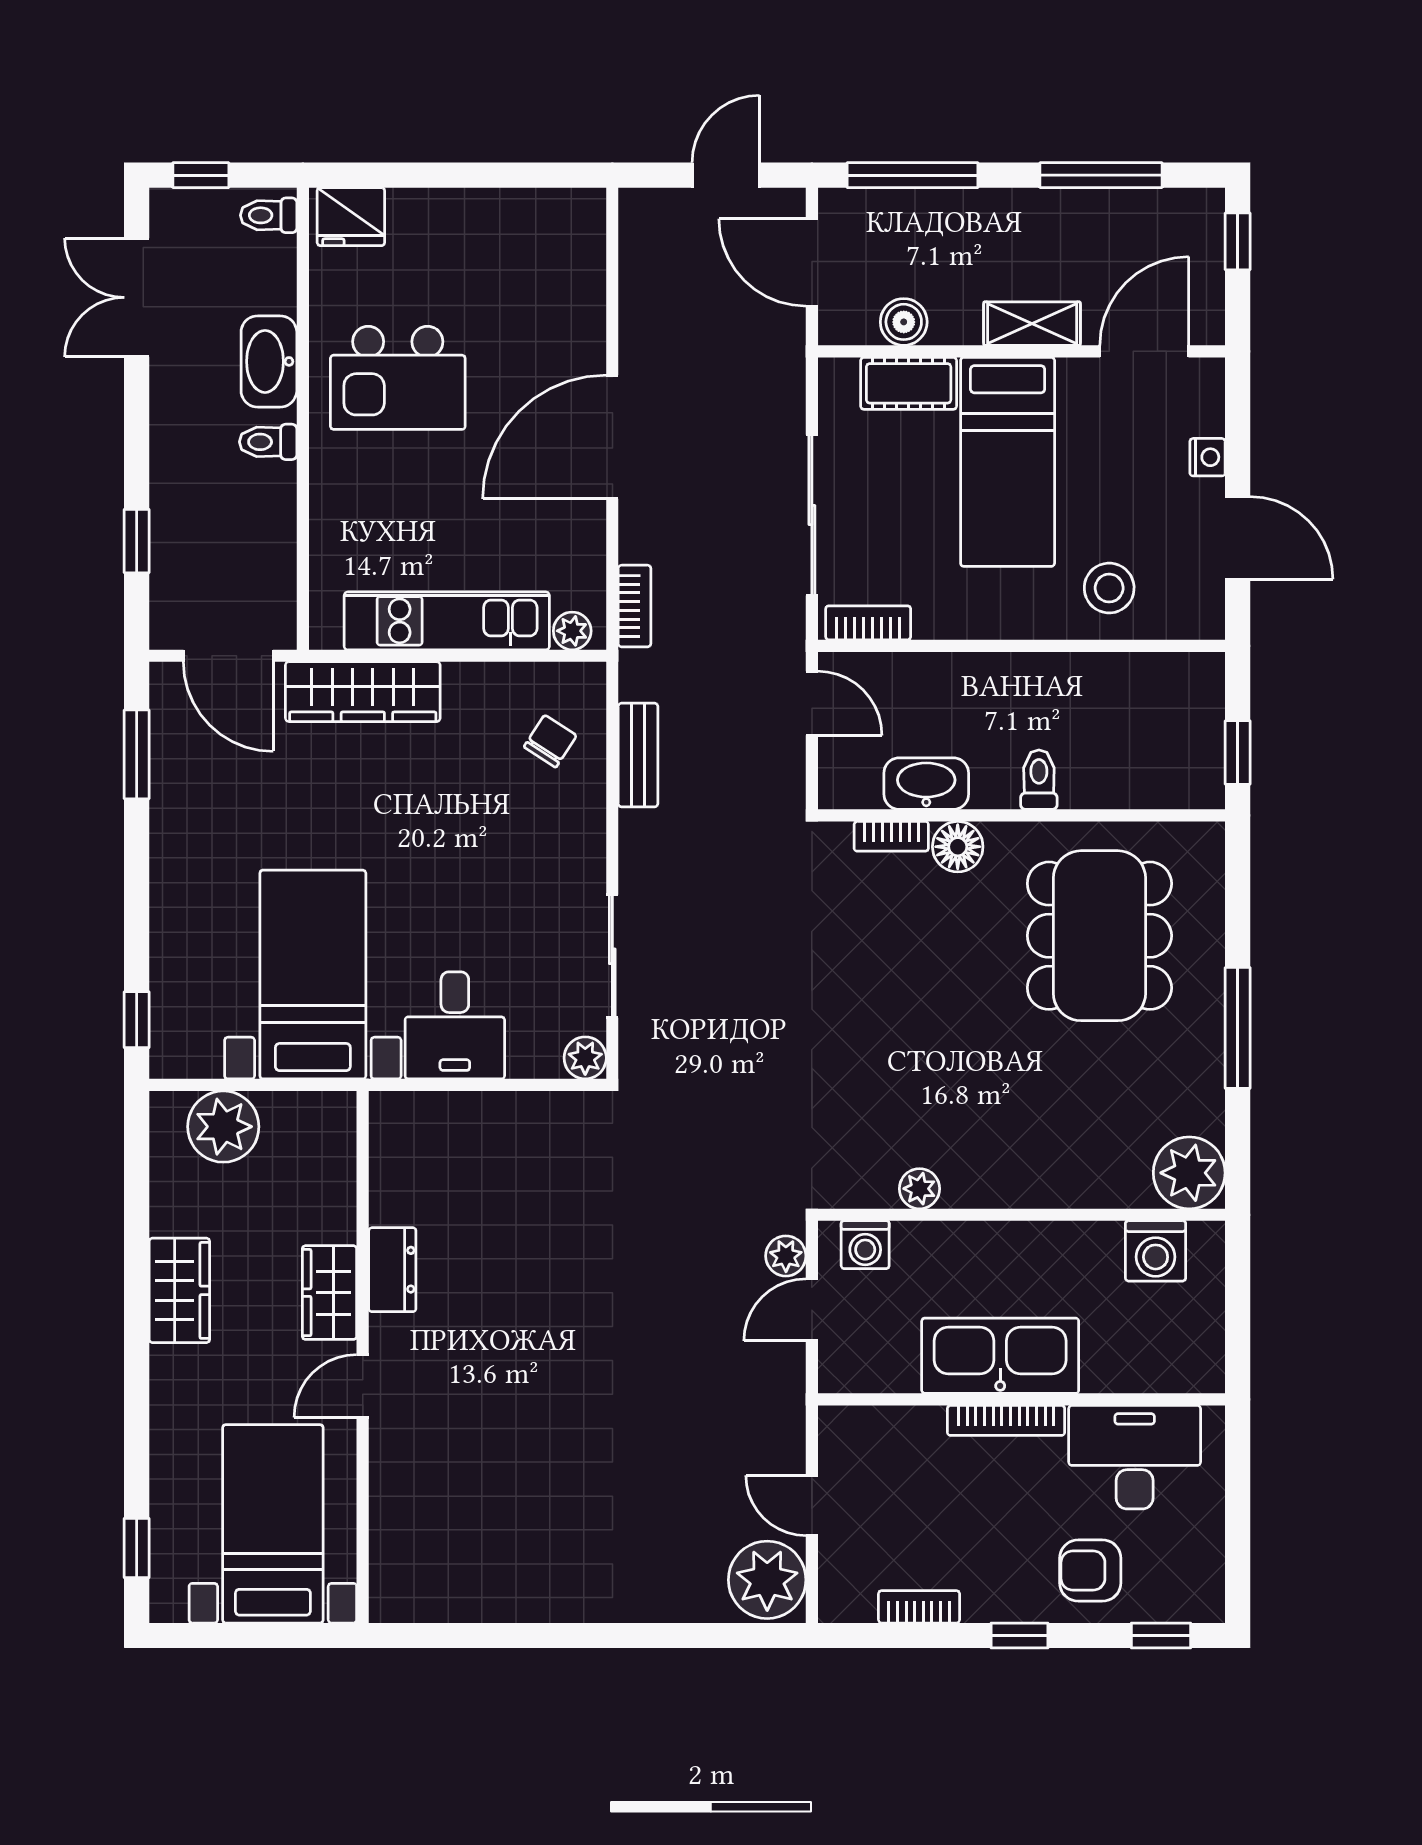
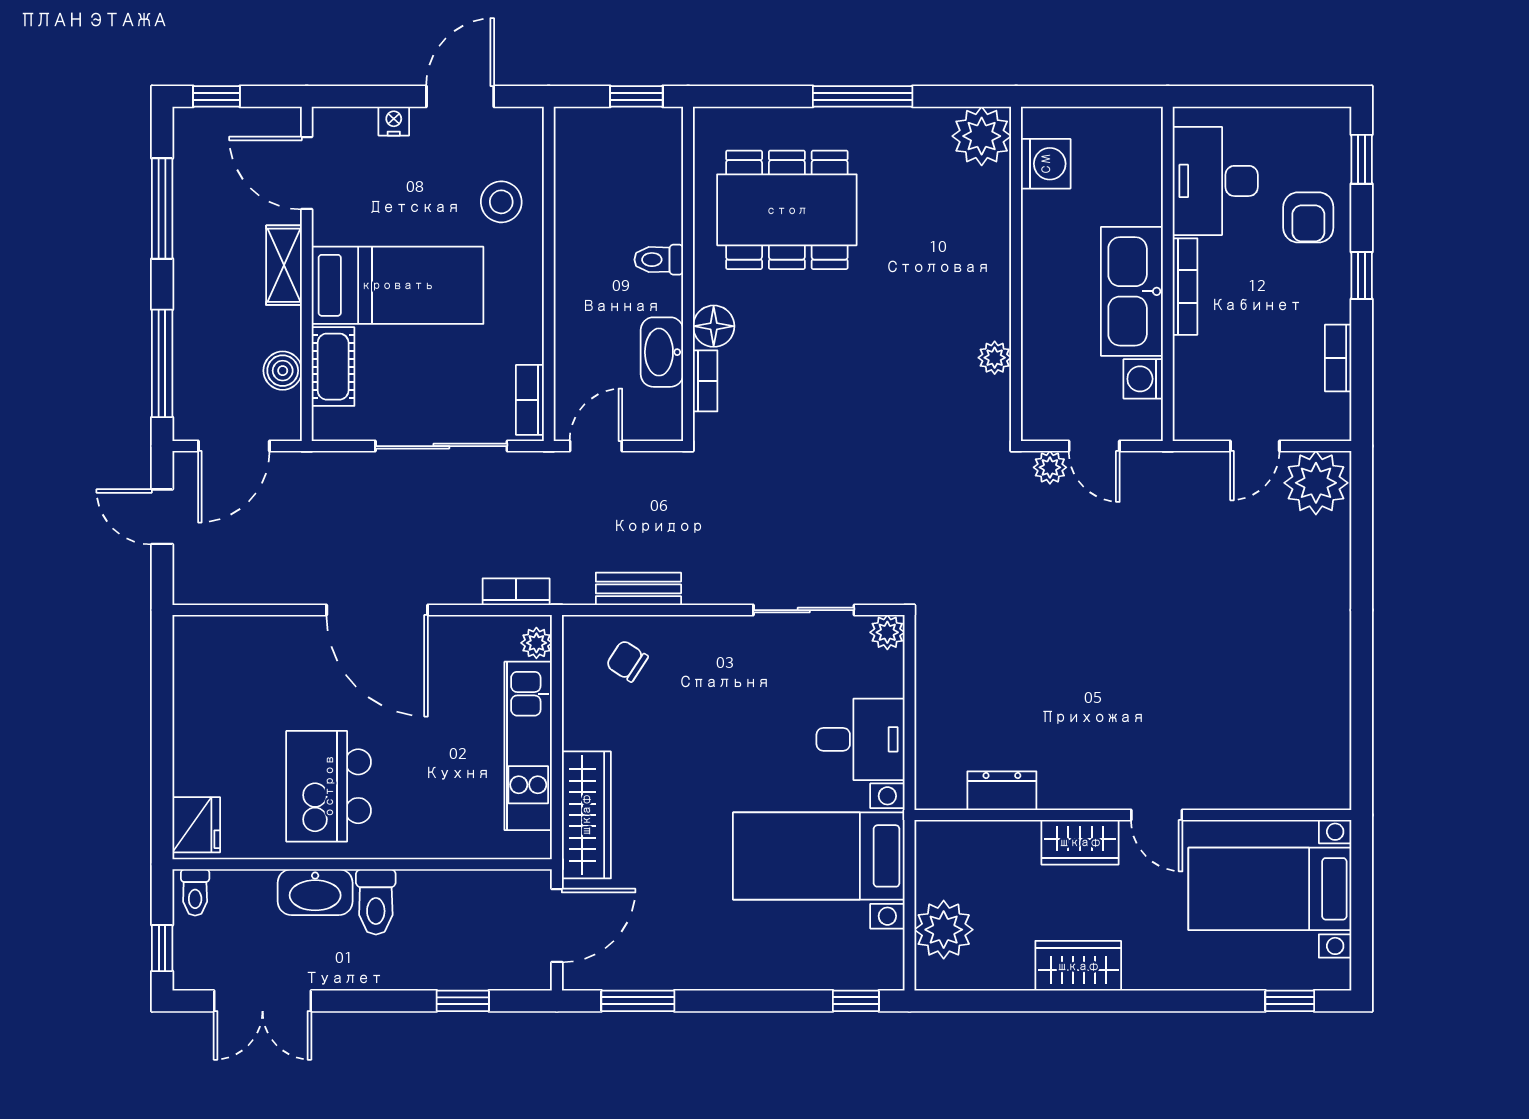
kitchen island: (398, 378) -> (329, 786), turned 180
toilet: (268, 442) -> (376, 902), width x1.37, depth x1.39
washing machine: (865, 1245) -> (1143, 379), moved, turned 180
dresser: (392, 1270) -> (1002, 791), moved

